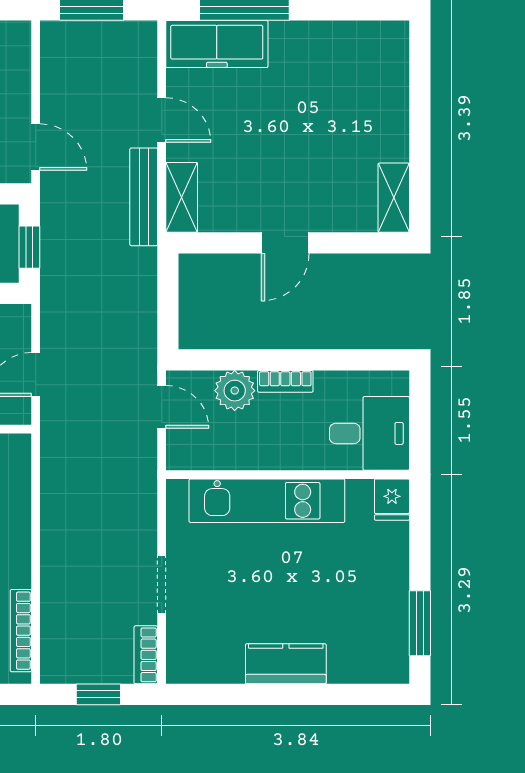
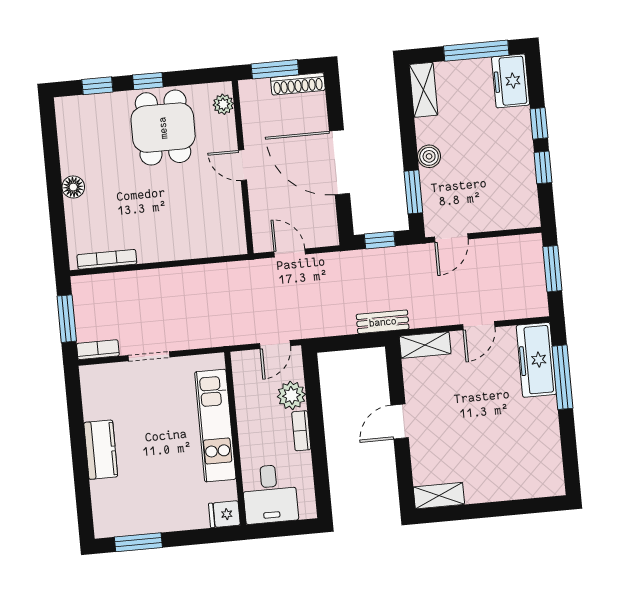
bench: (144, 197) -> (383, 322), moved, width x0.73
door: (285, 243) -> (400, 422), hinge flipped
window: (98, 694) -> (67, 319), width x1.50

